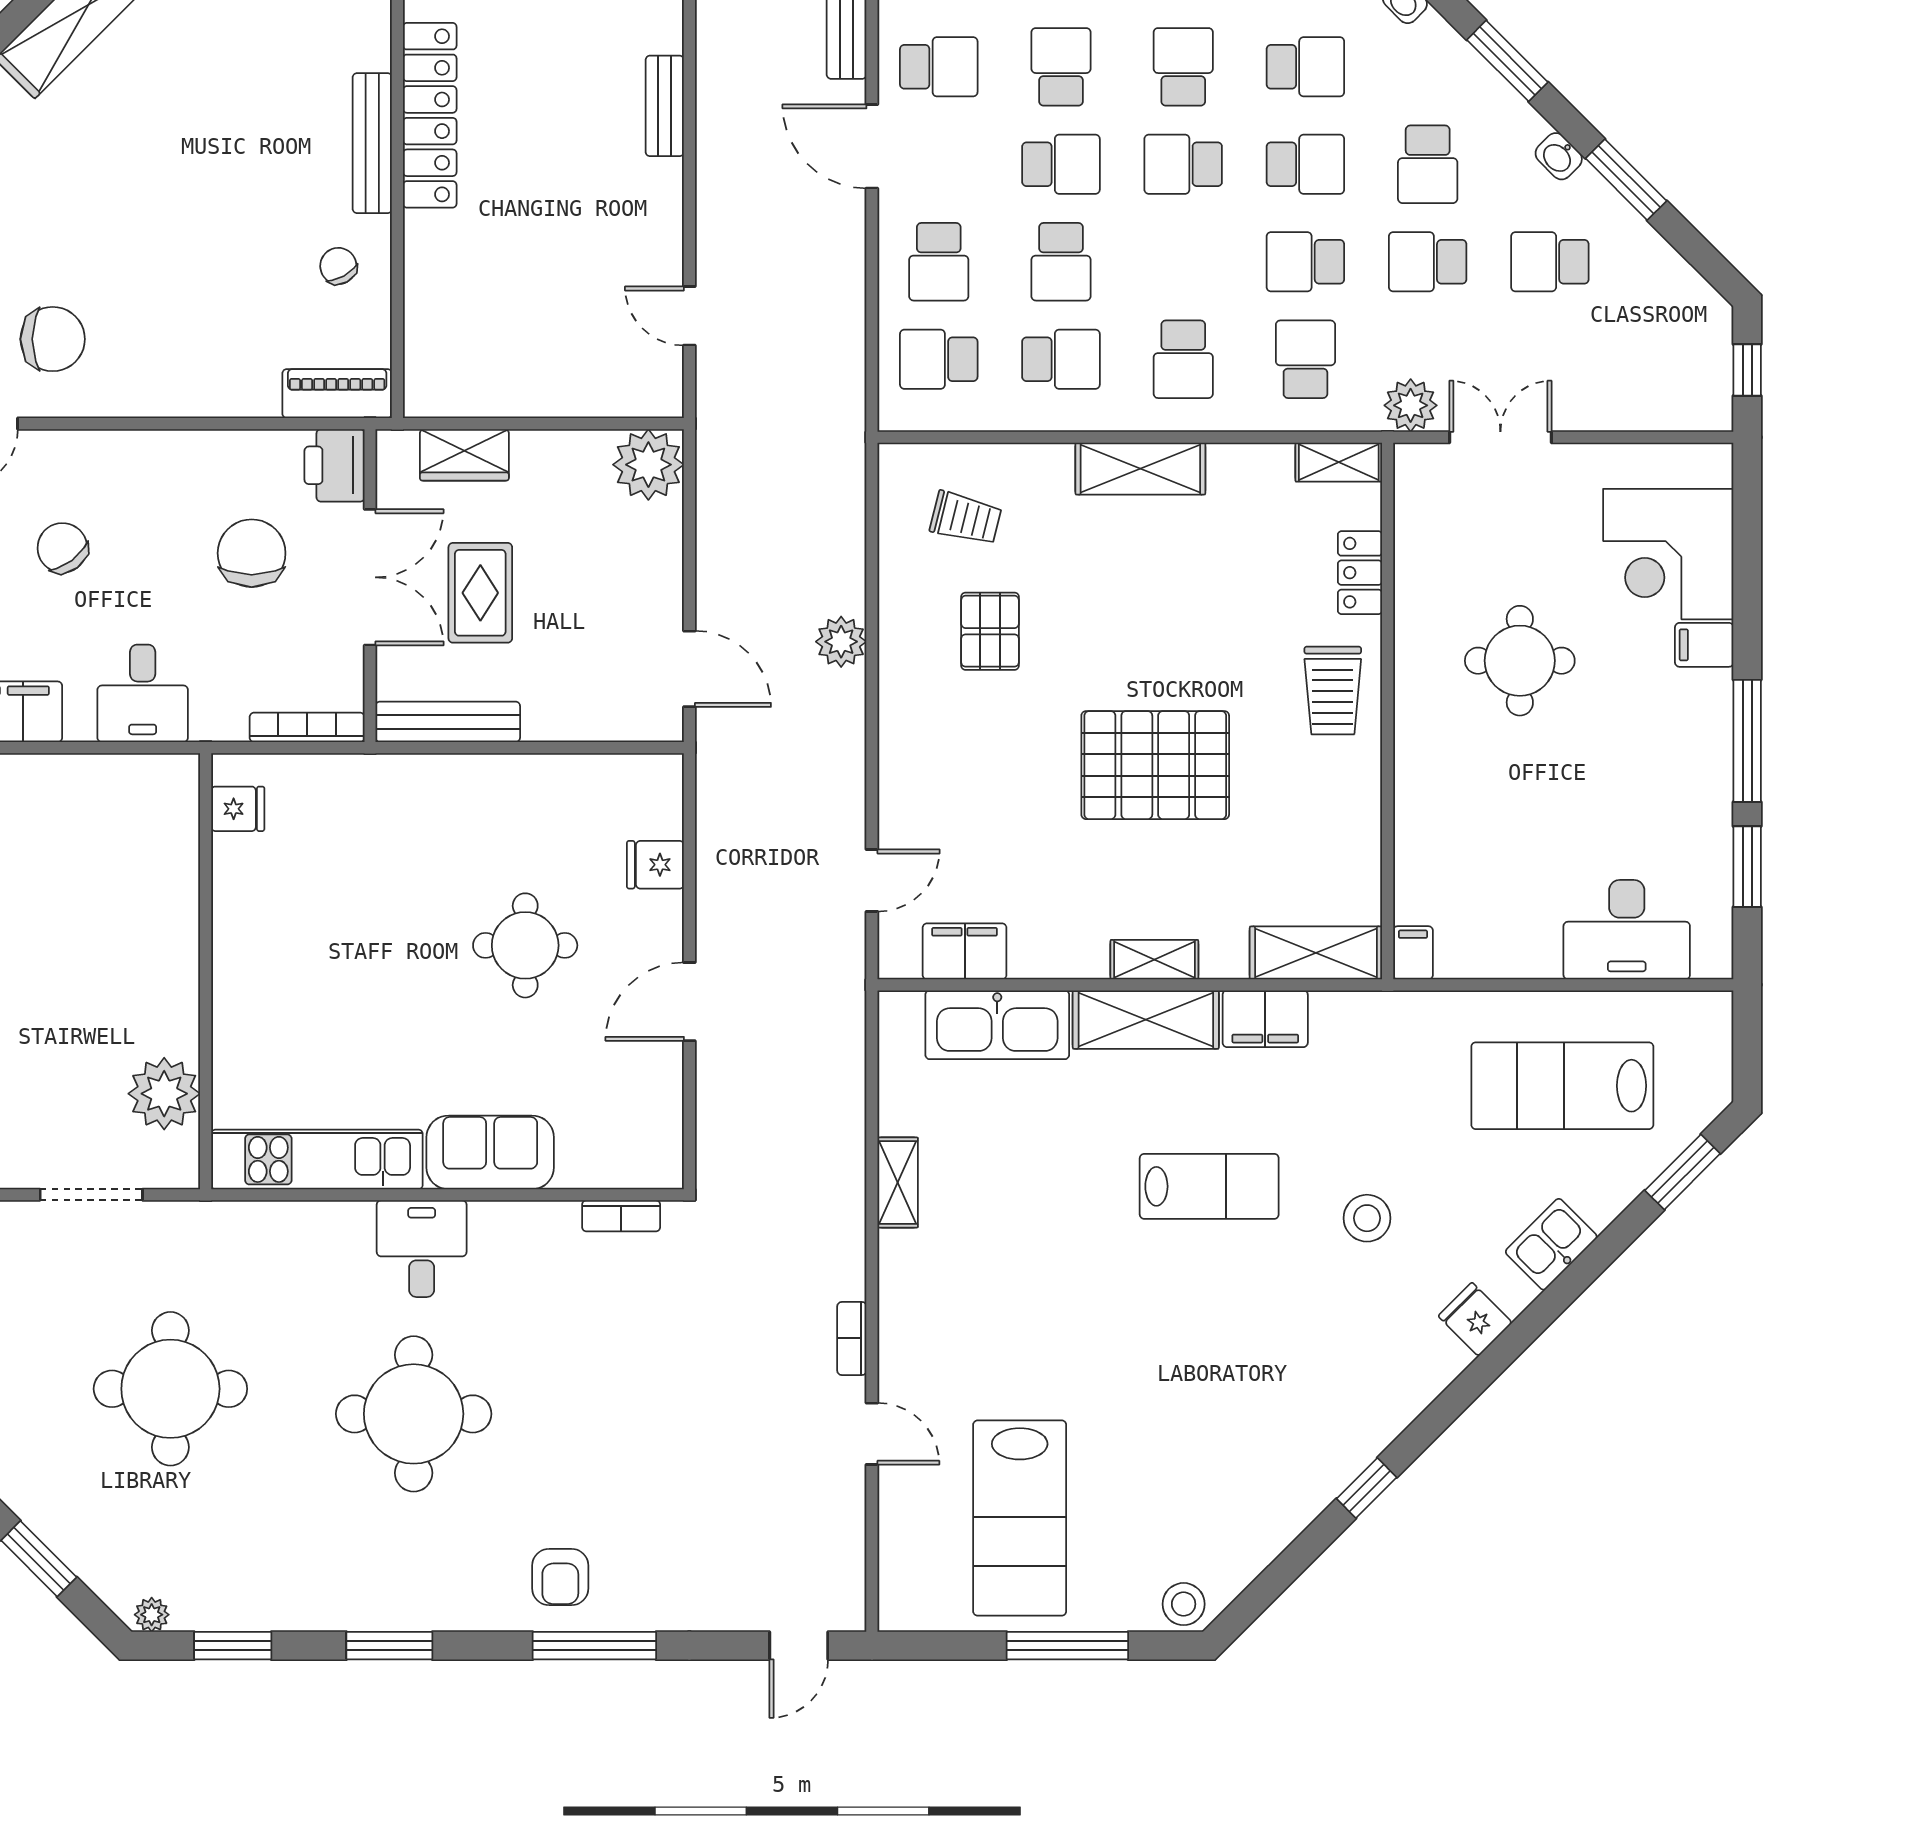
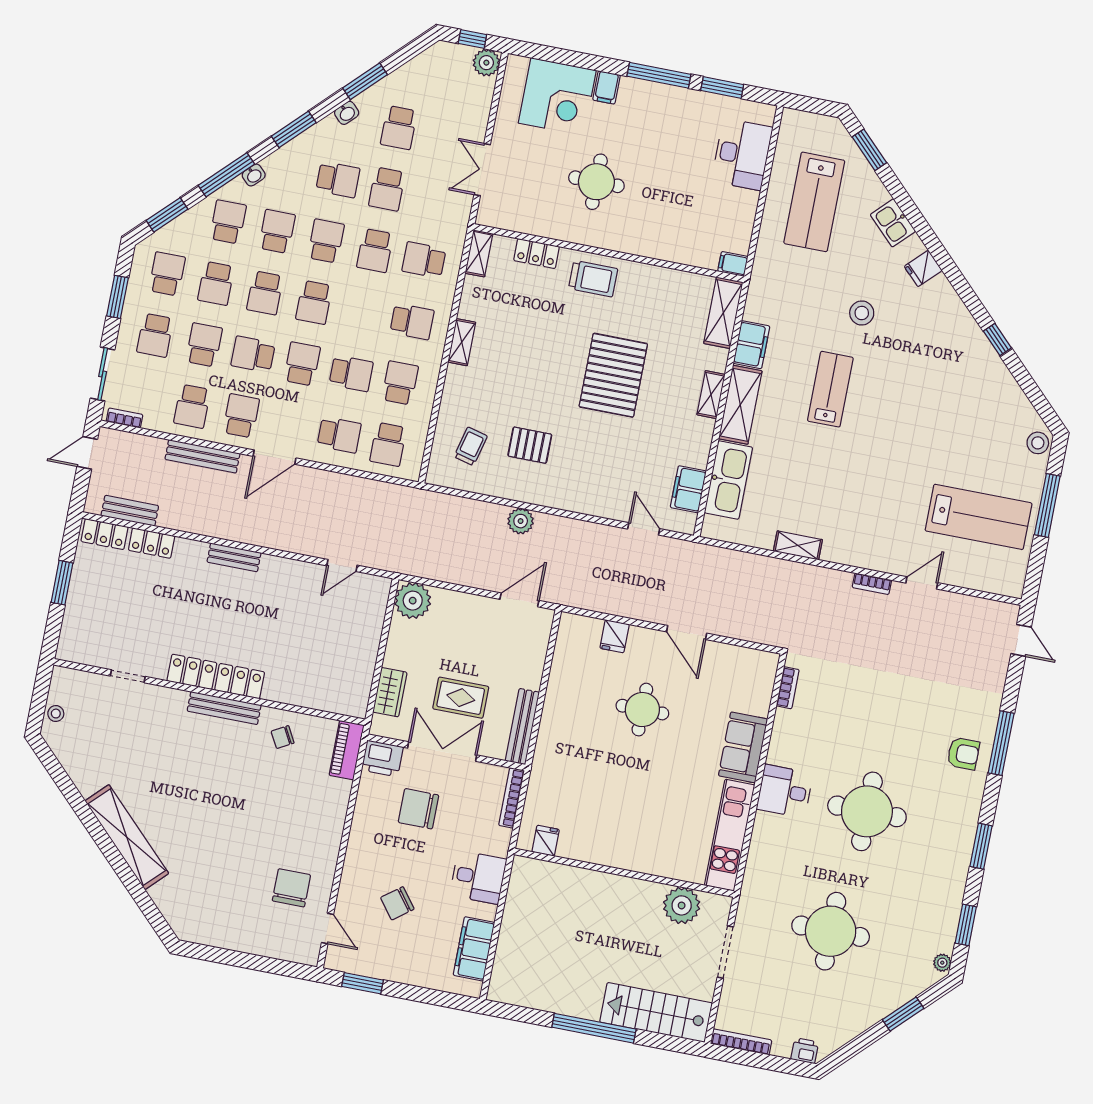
school desk: (1183, 67) -> (265, 293), turned -90
plant: (1411, 405) -> (486, 63), moved
shelving: (1140, 469) -> (462, 342), width x0.67, depth x0.75

